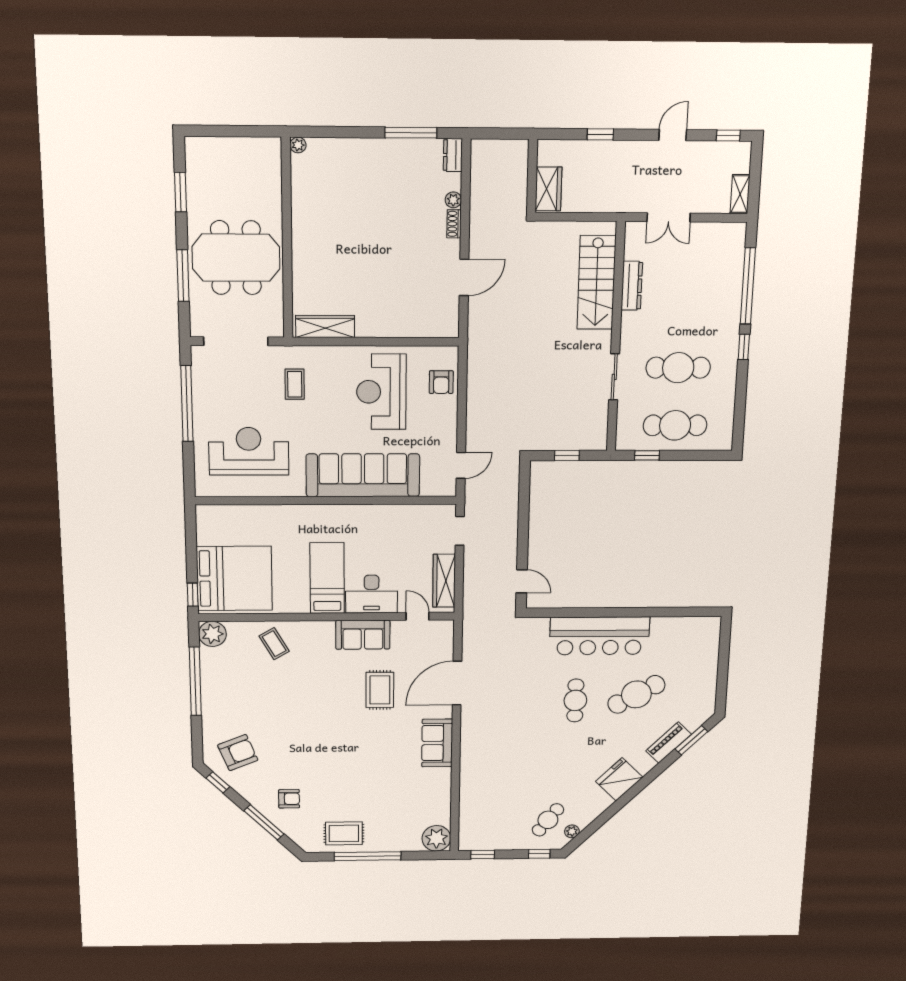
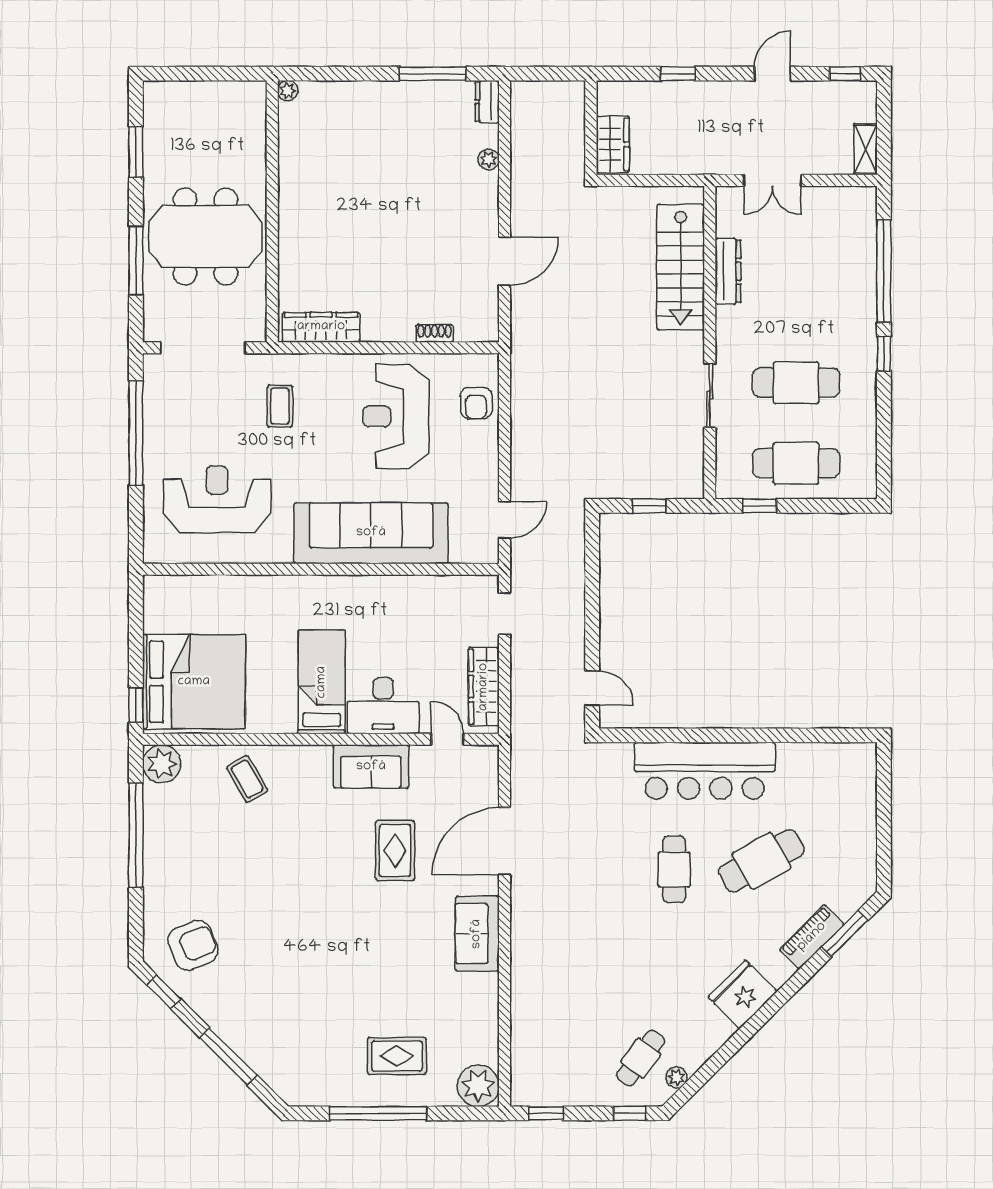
shoe rack: (454, 224) -> (435, 333), moved, turned 90
armchair: (289, 799) -> (265, 1019), removed
rug: (344, 833) -> (397, 1056), moved

